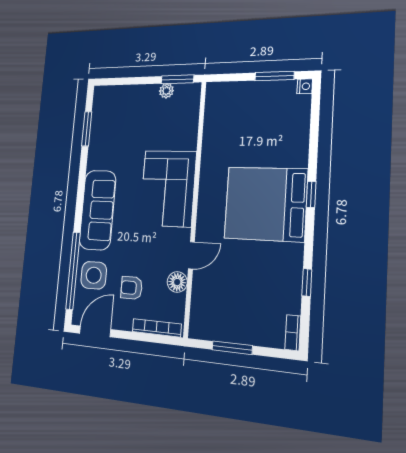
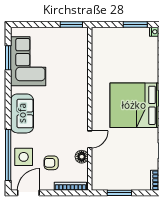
plant: (166, 91) -> (64, 32), removed
corner sofa: (168, 188) -> (28, 61), moved, turned 180
sofa: (98, 210) -> (22, 113), width x0.73

